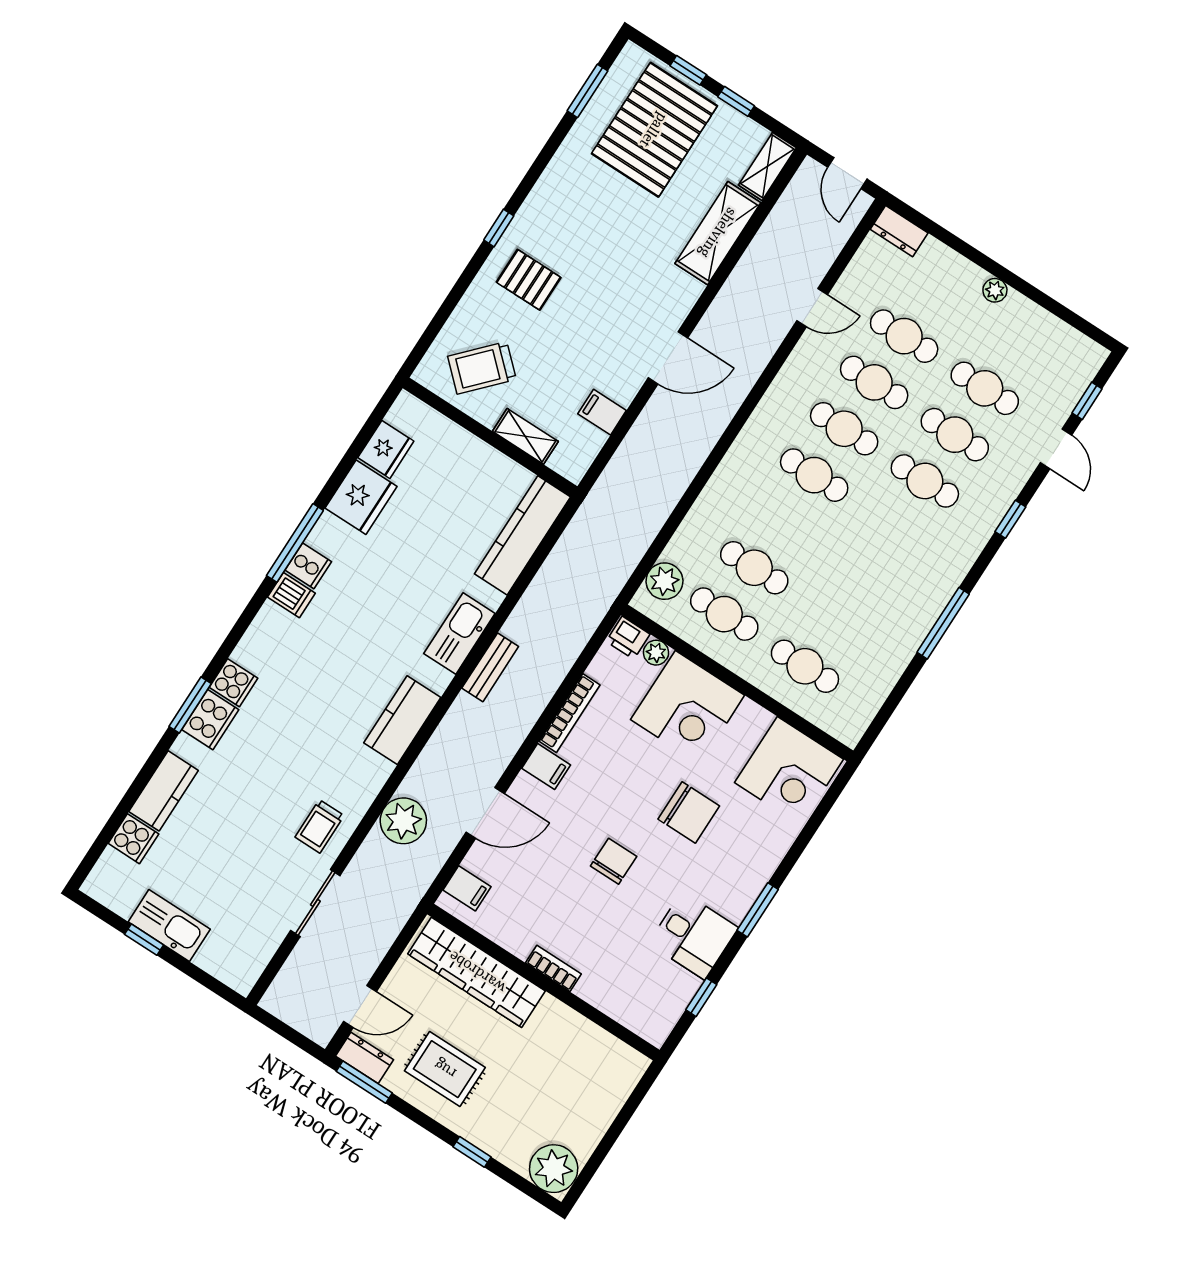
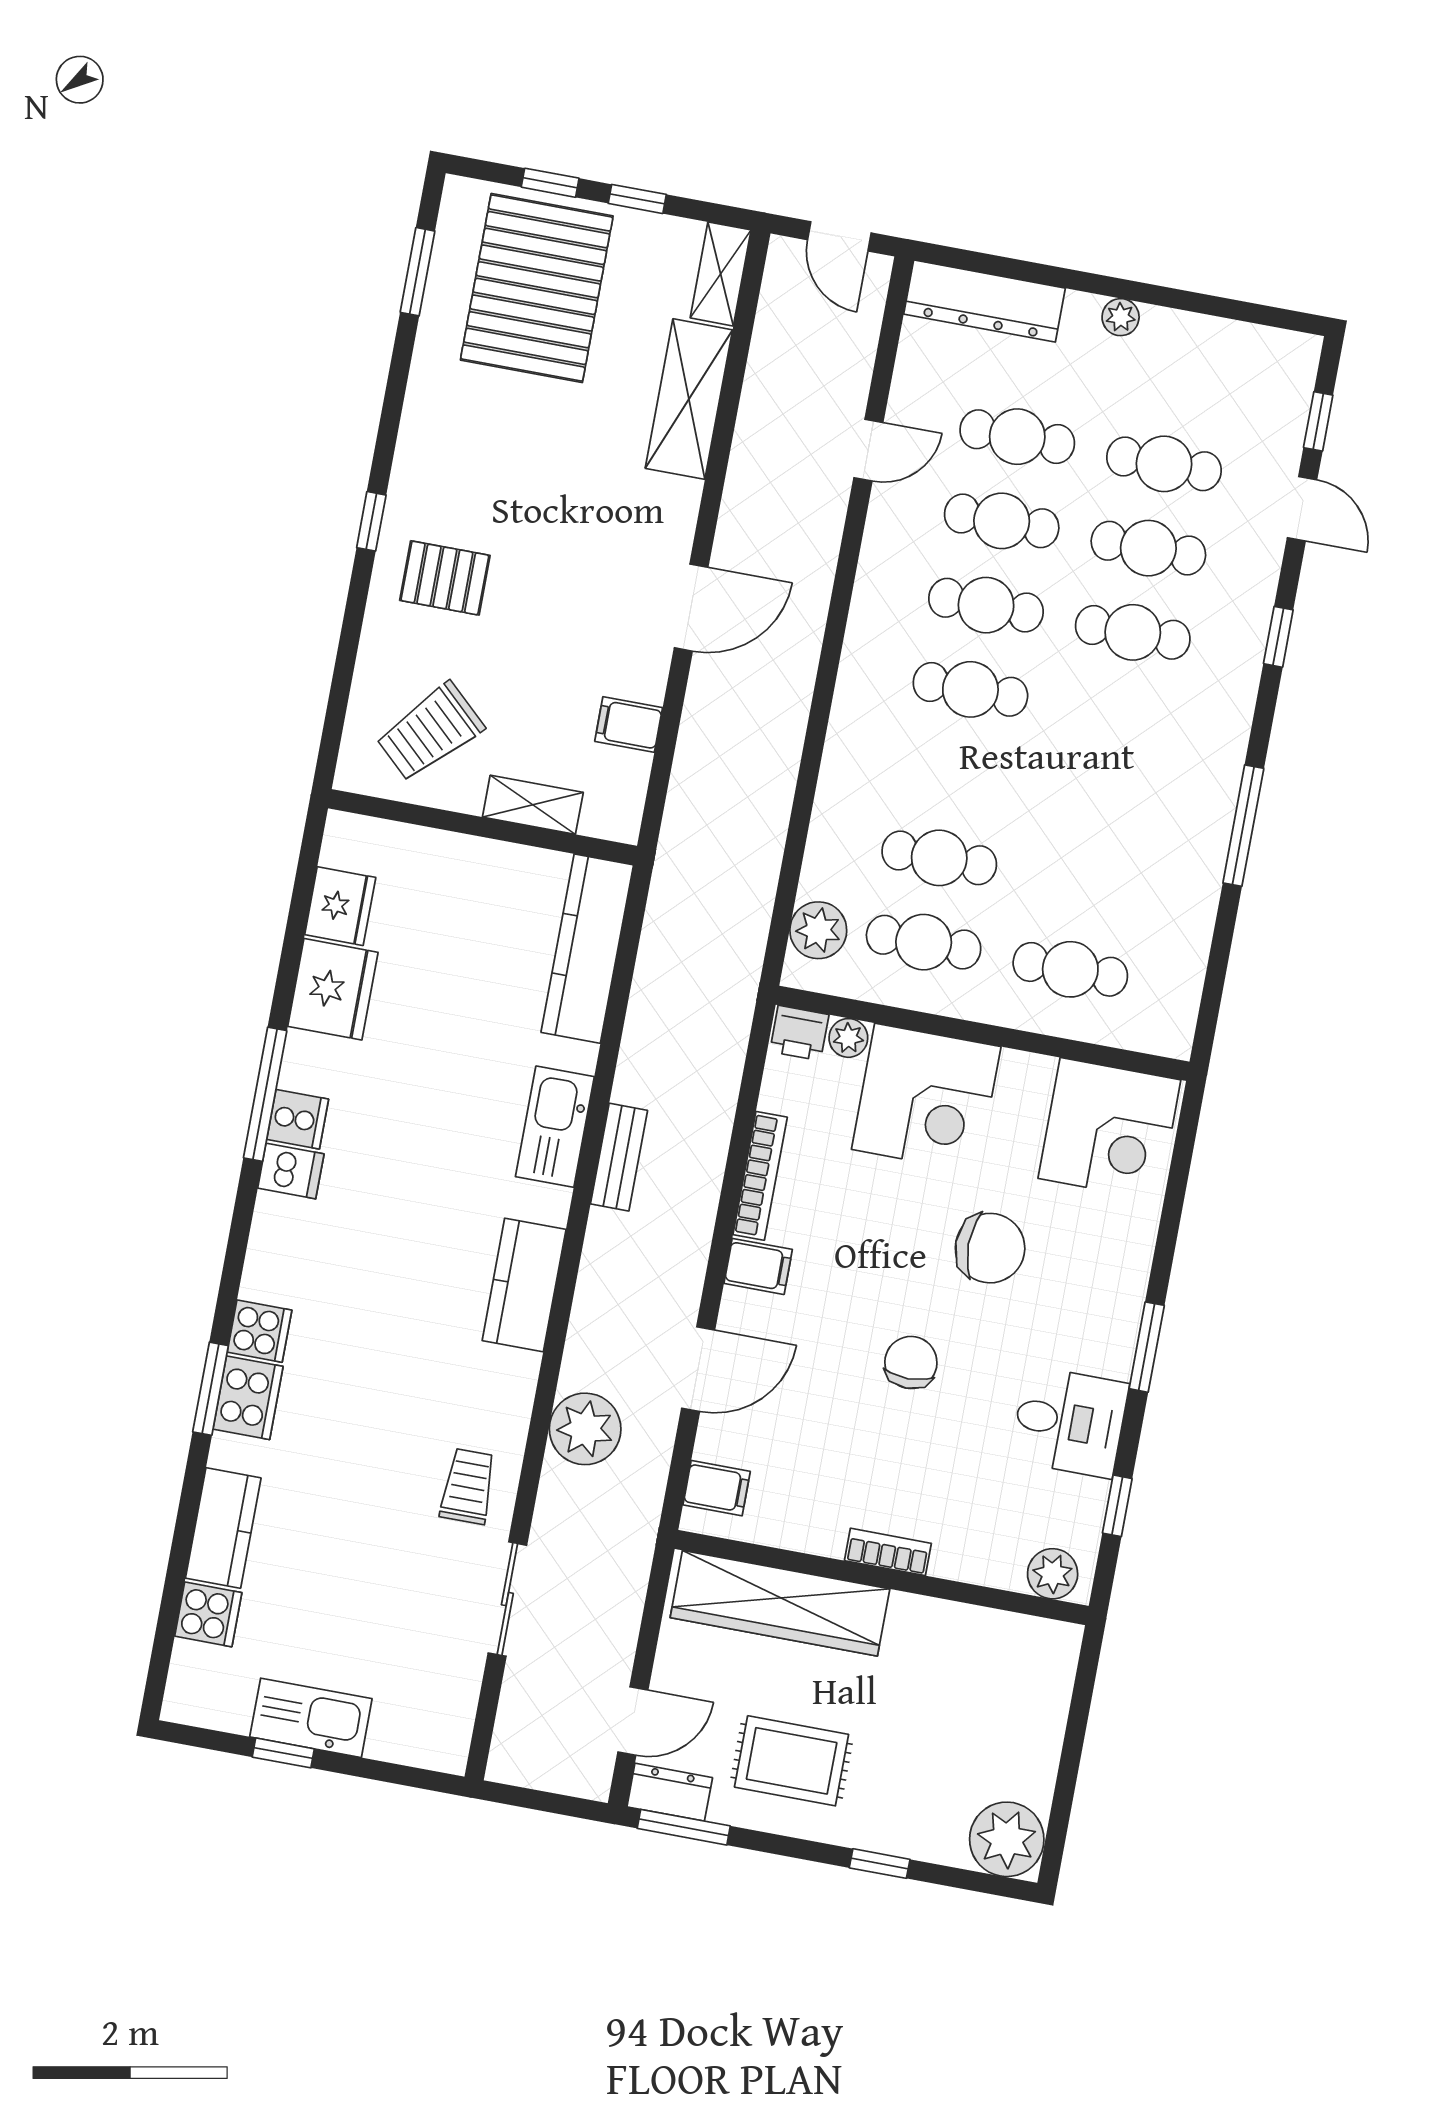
dresser: (899, 231) -> (984, 301), width x1.96, depth x1.24
trolley: (320, 826) -> (468, 1486), turned 180
plant: (646, 1022) -> (1053, 1574), added

